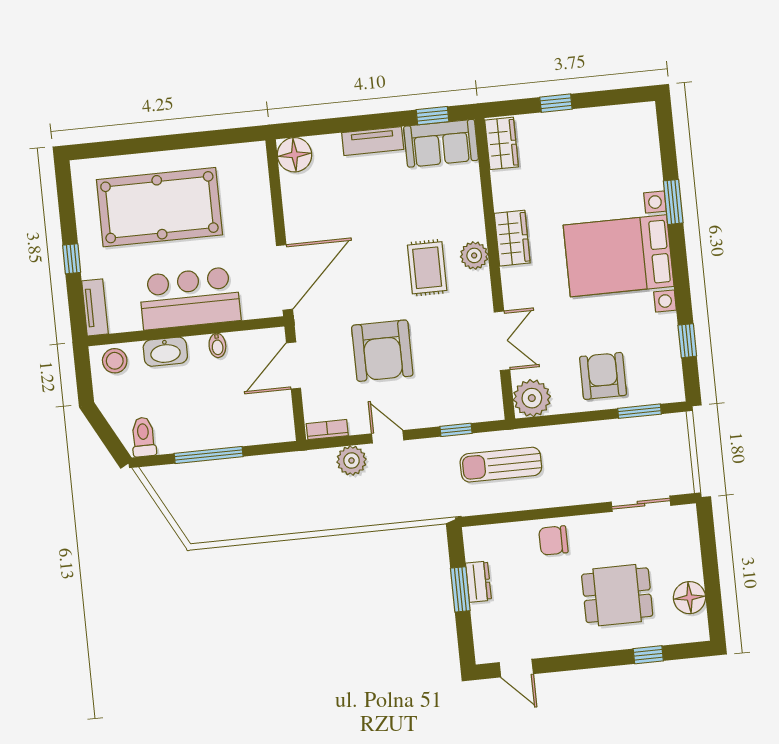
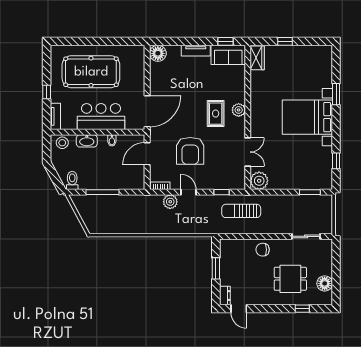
wardrobe: (512, 238) -> (258, 104), removed
armchair: (603, 376) -> (294, 174), removed
dresser: (478, 582) -> (225, 296), moved

